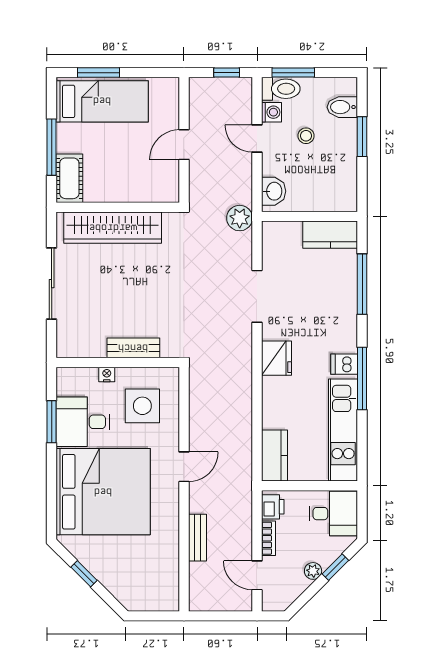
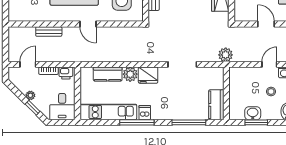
window: (362, 137) -> (256, 122), moved
washbasin: (274, 191) -> (253, 113), moved, turned 180
plant: (275, 390) -> (130, 74), added
kitchen counter: (274, 455) -> (108, 74), moved

